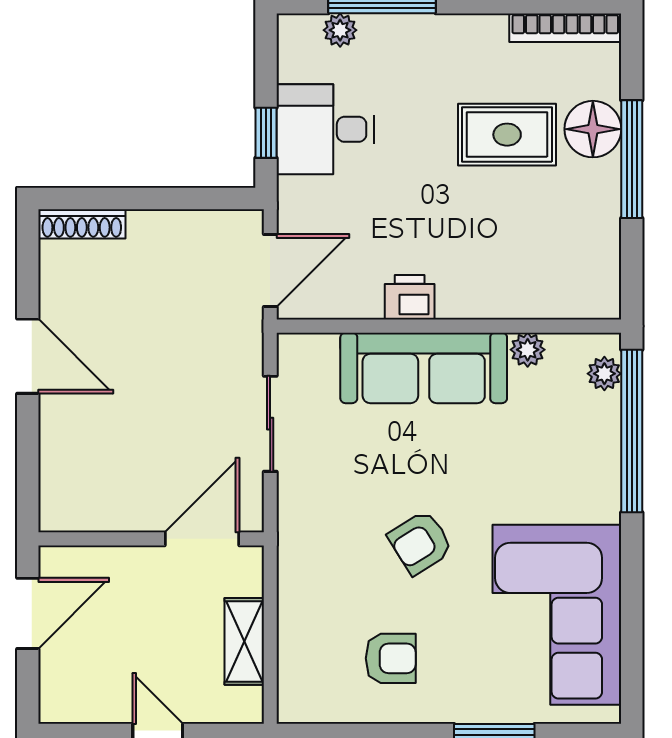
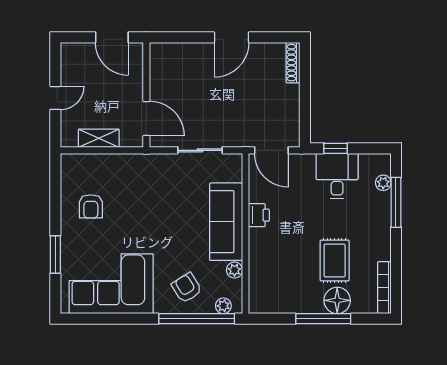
armchair: (420, 543) -> (187, 288), moved

